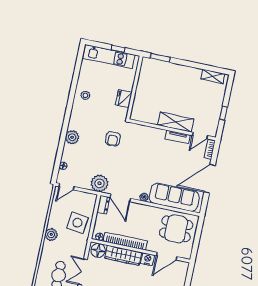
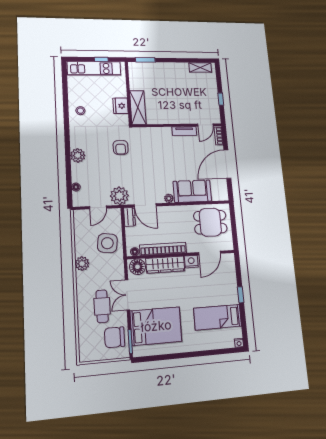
shelving: (176, 122) -> (138, 107), moved, turned 90
door: (66, 187) -> (98, 207), moved
sofa: (174, 197) -> (192, 191), width x0.73

